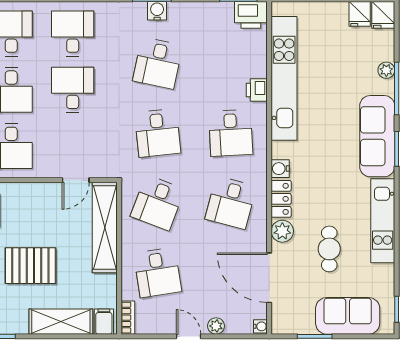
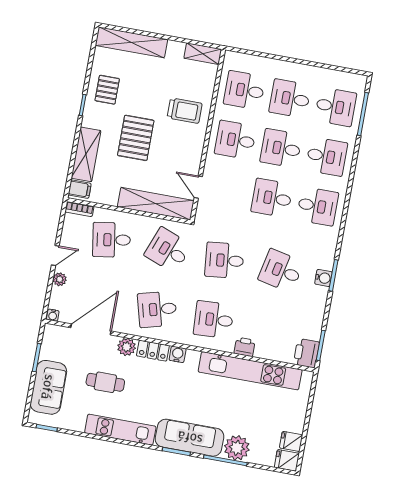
plant: (386, 70) -> (237, 448), width x1.88, depth x1.88
desk: (73, 90) -> (272, 198), turned 180
desk: (231, 203) -> (157, 309), turned -30

